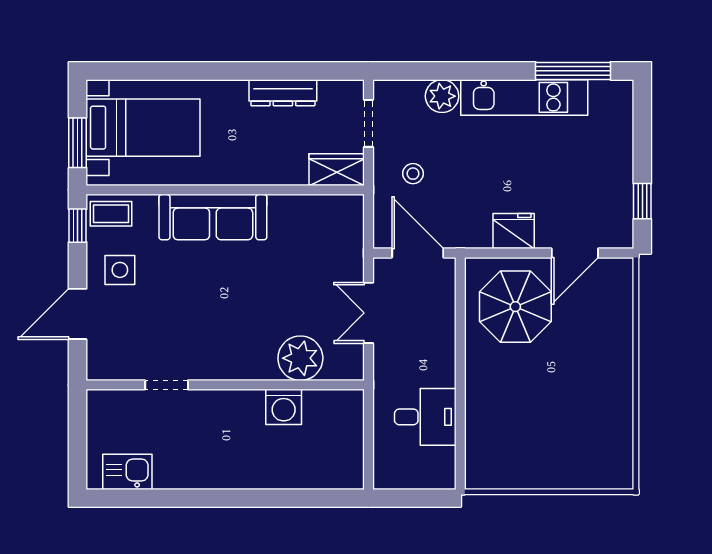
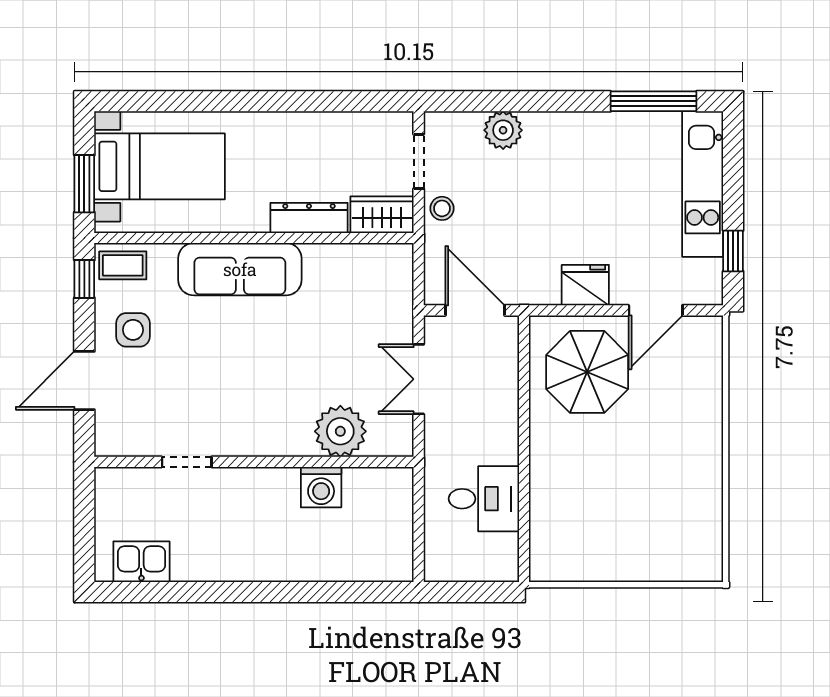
dresser: (283, 93) -> (309, 218), moved, turned 180
kitchen unit: (524, 97) -> (703, 184), moved, turned 90
stool: (413, 174) -> (442, 208), moved

